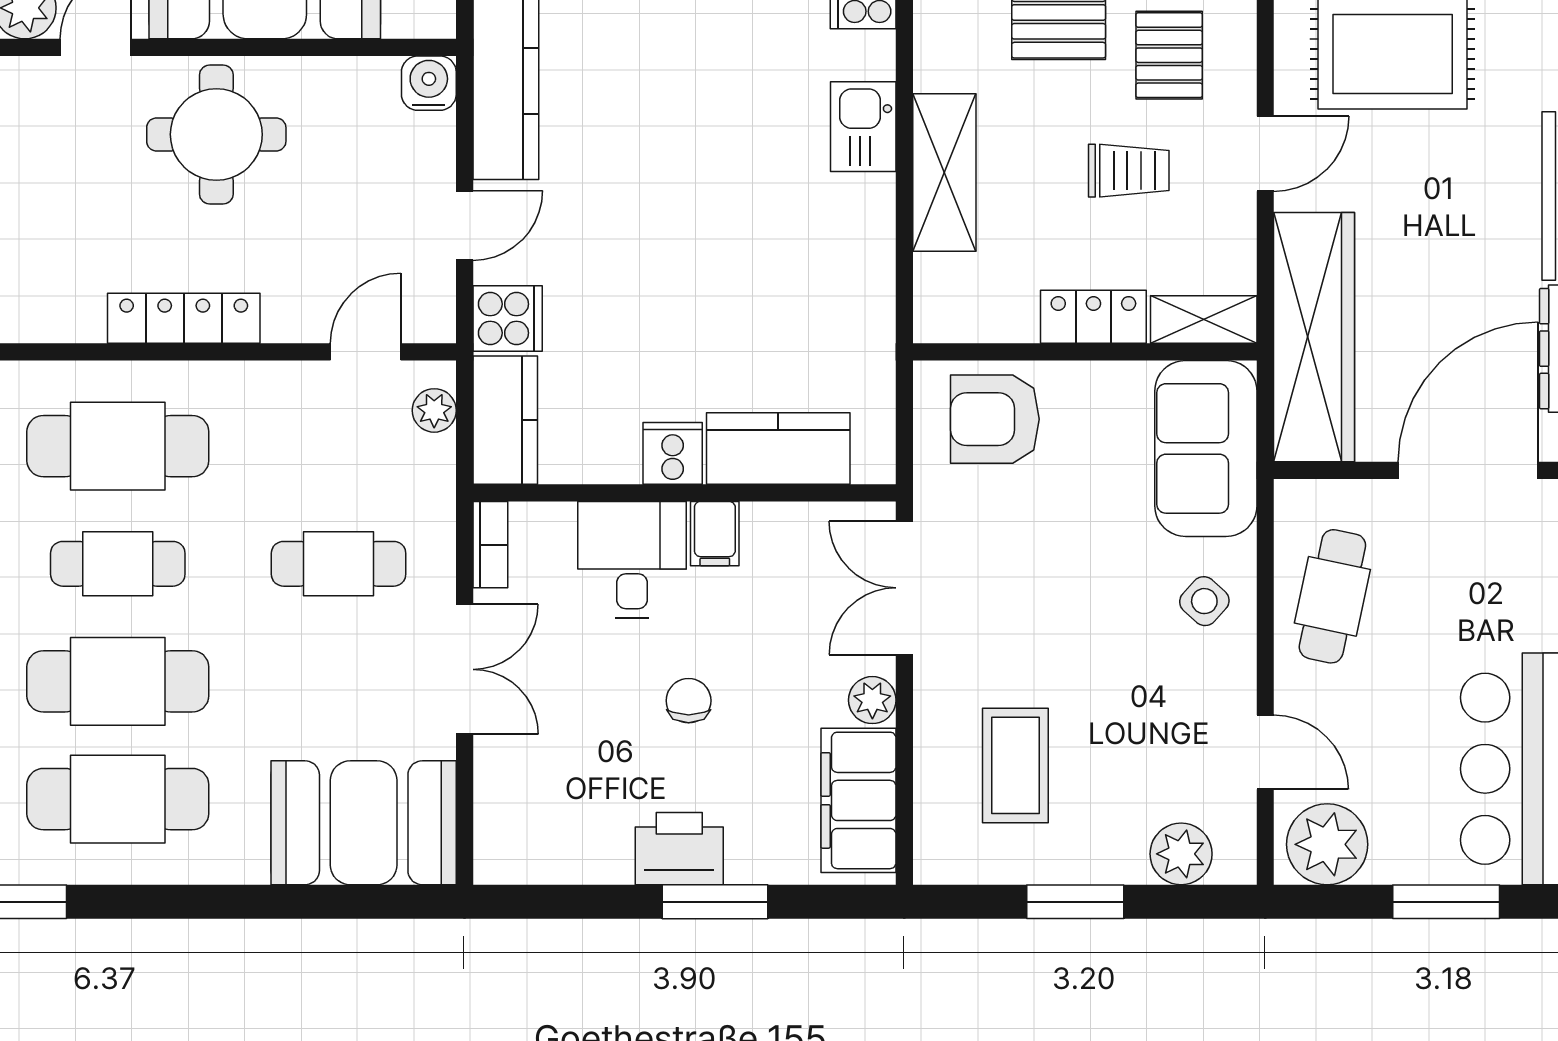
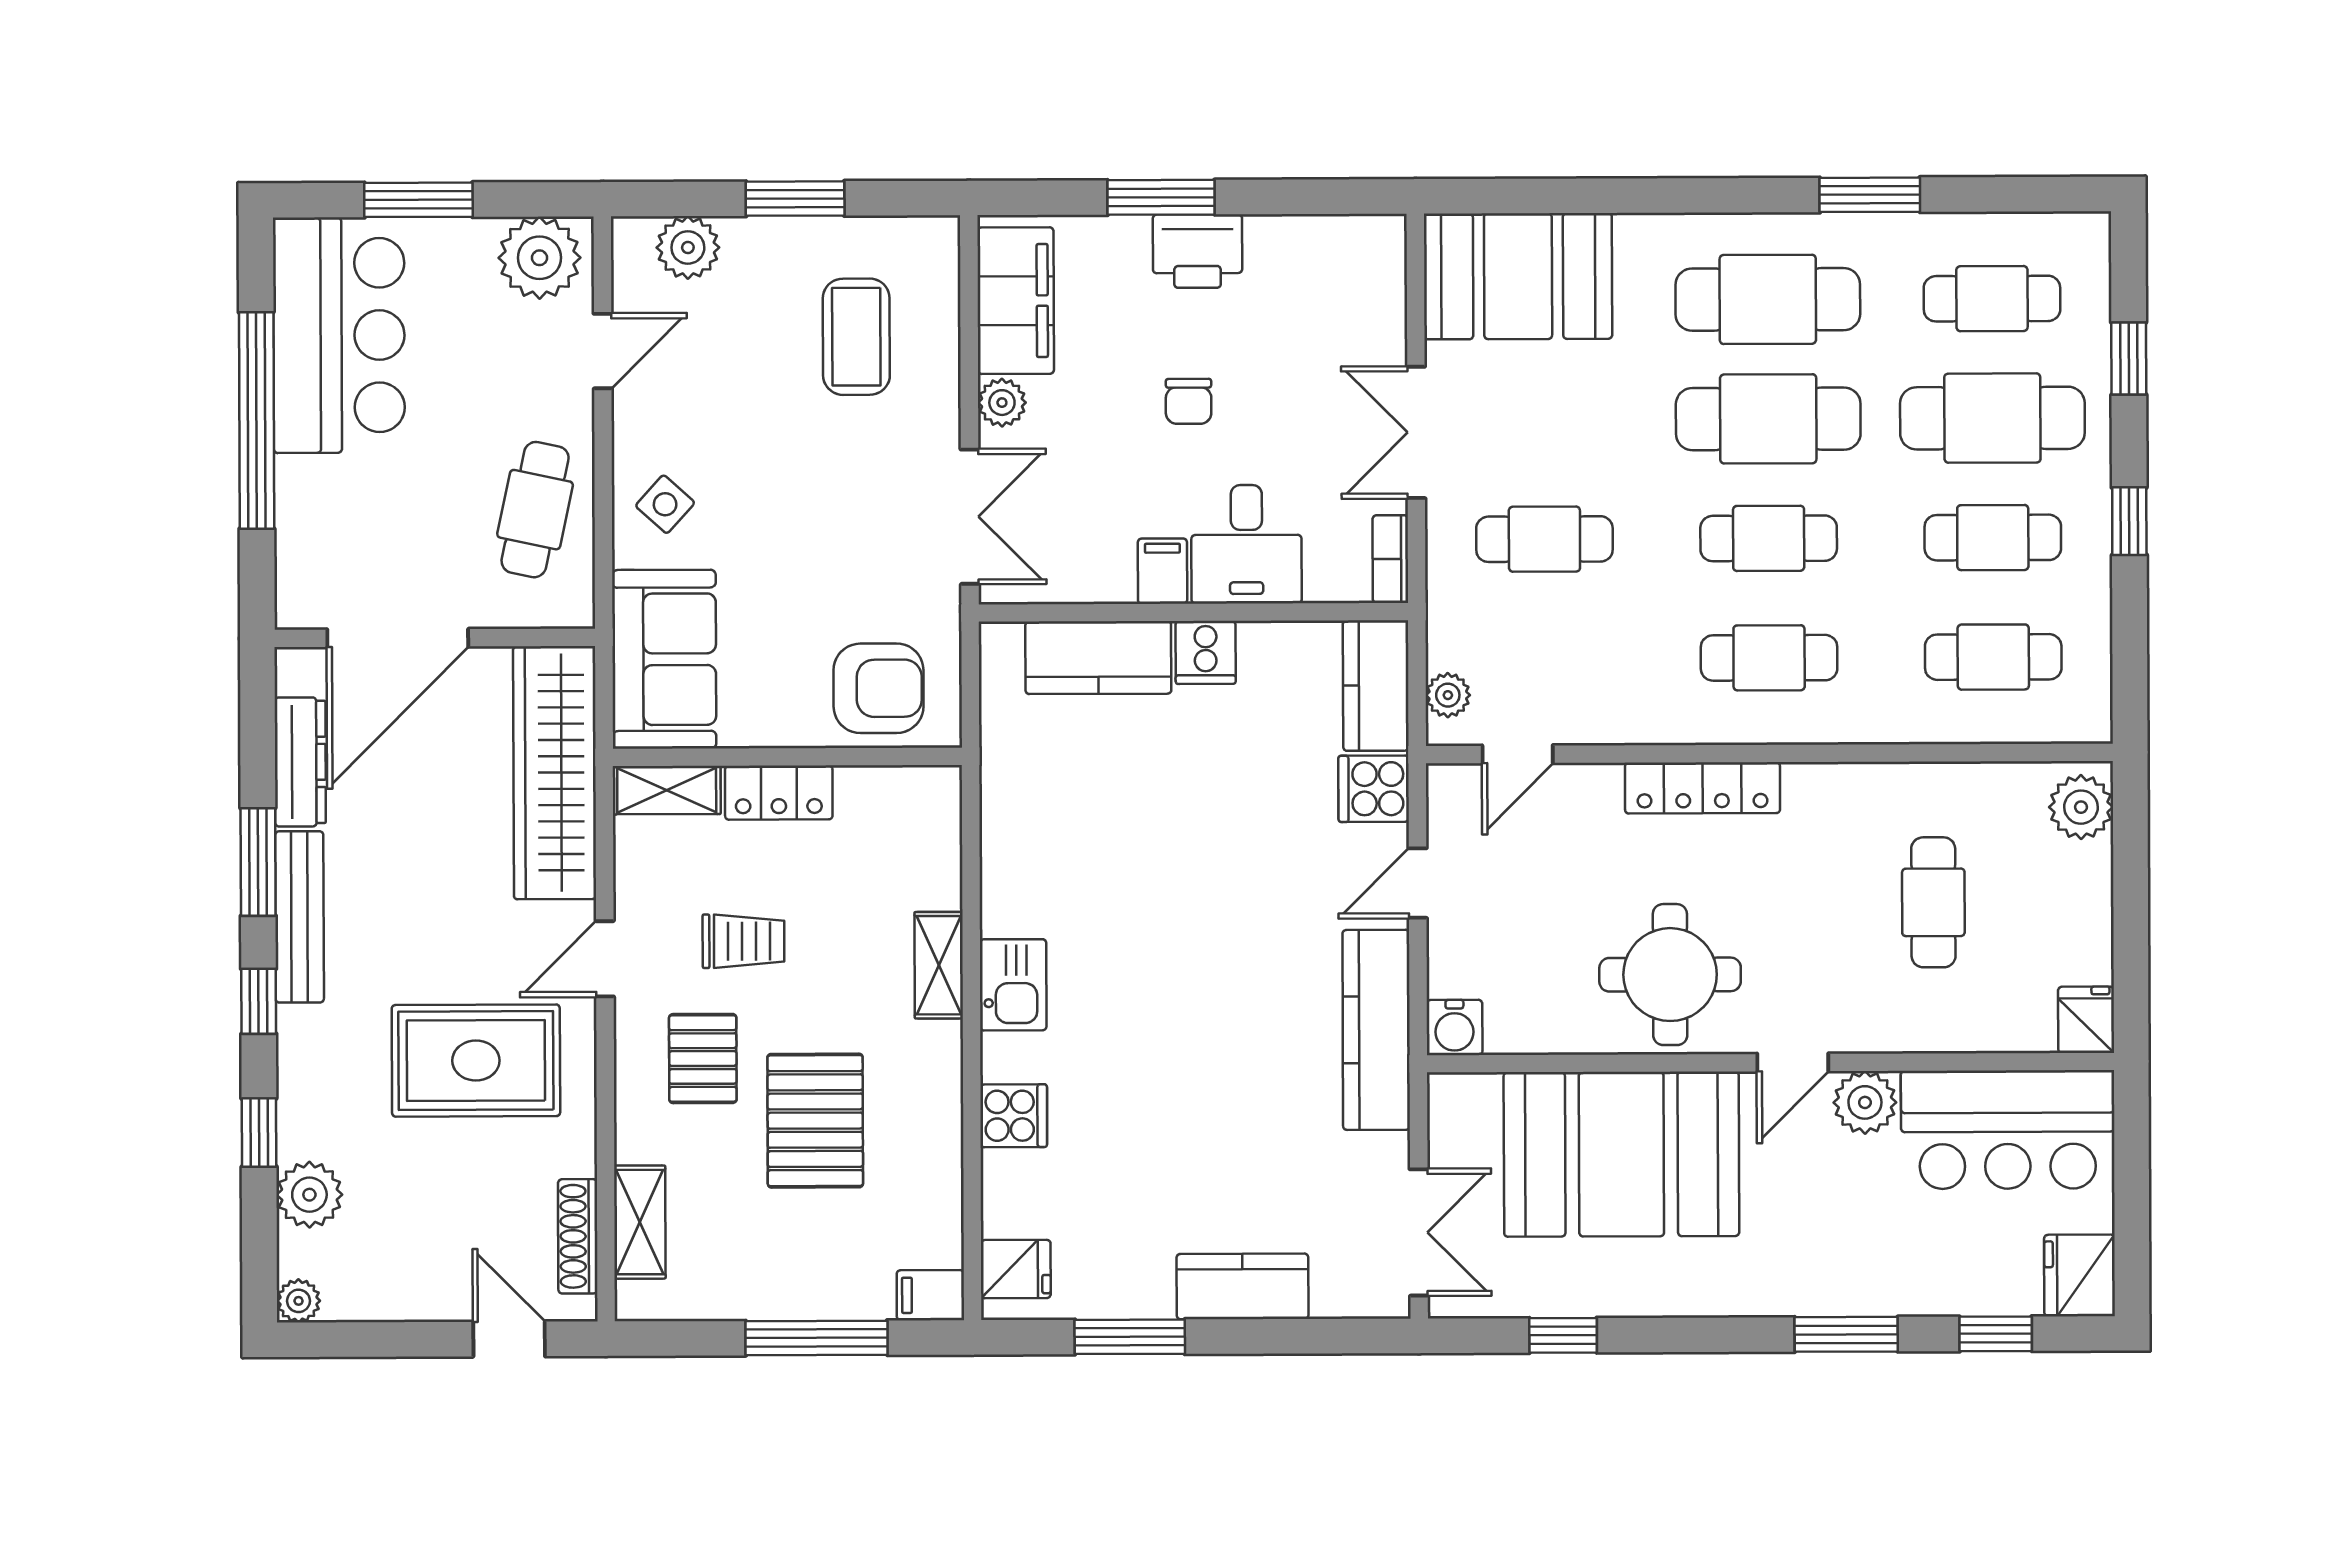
trolley: (1129, 171) -> (743, 941), turned 180
shelving: (944, 172) -> (939, 965), width x0.67, depth x0.75
cafe table: (118, 446) -> (1769, 658), width x0.73, depth x0.74
door: (1265, 752) -> (603, 351), swing flipped

